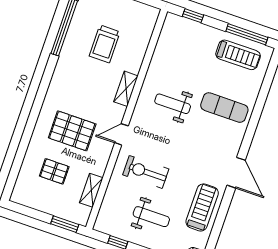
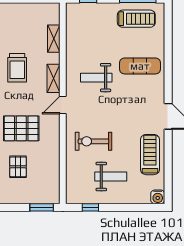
trolley: (105, 44) -> (17, 68), moved
door: (121, 134) -> (63, 105), moved
pallet: (54, 171) -> (18, 167), turned 90
shelving: (91, 190) -> (54, 39), moved

